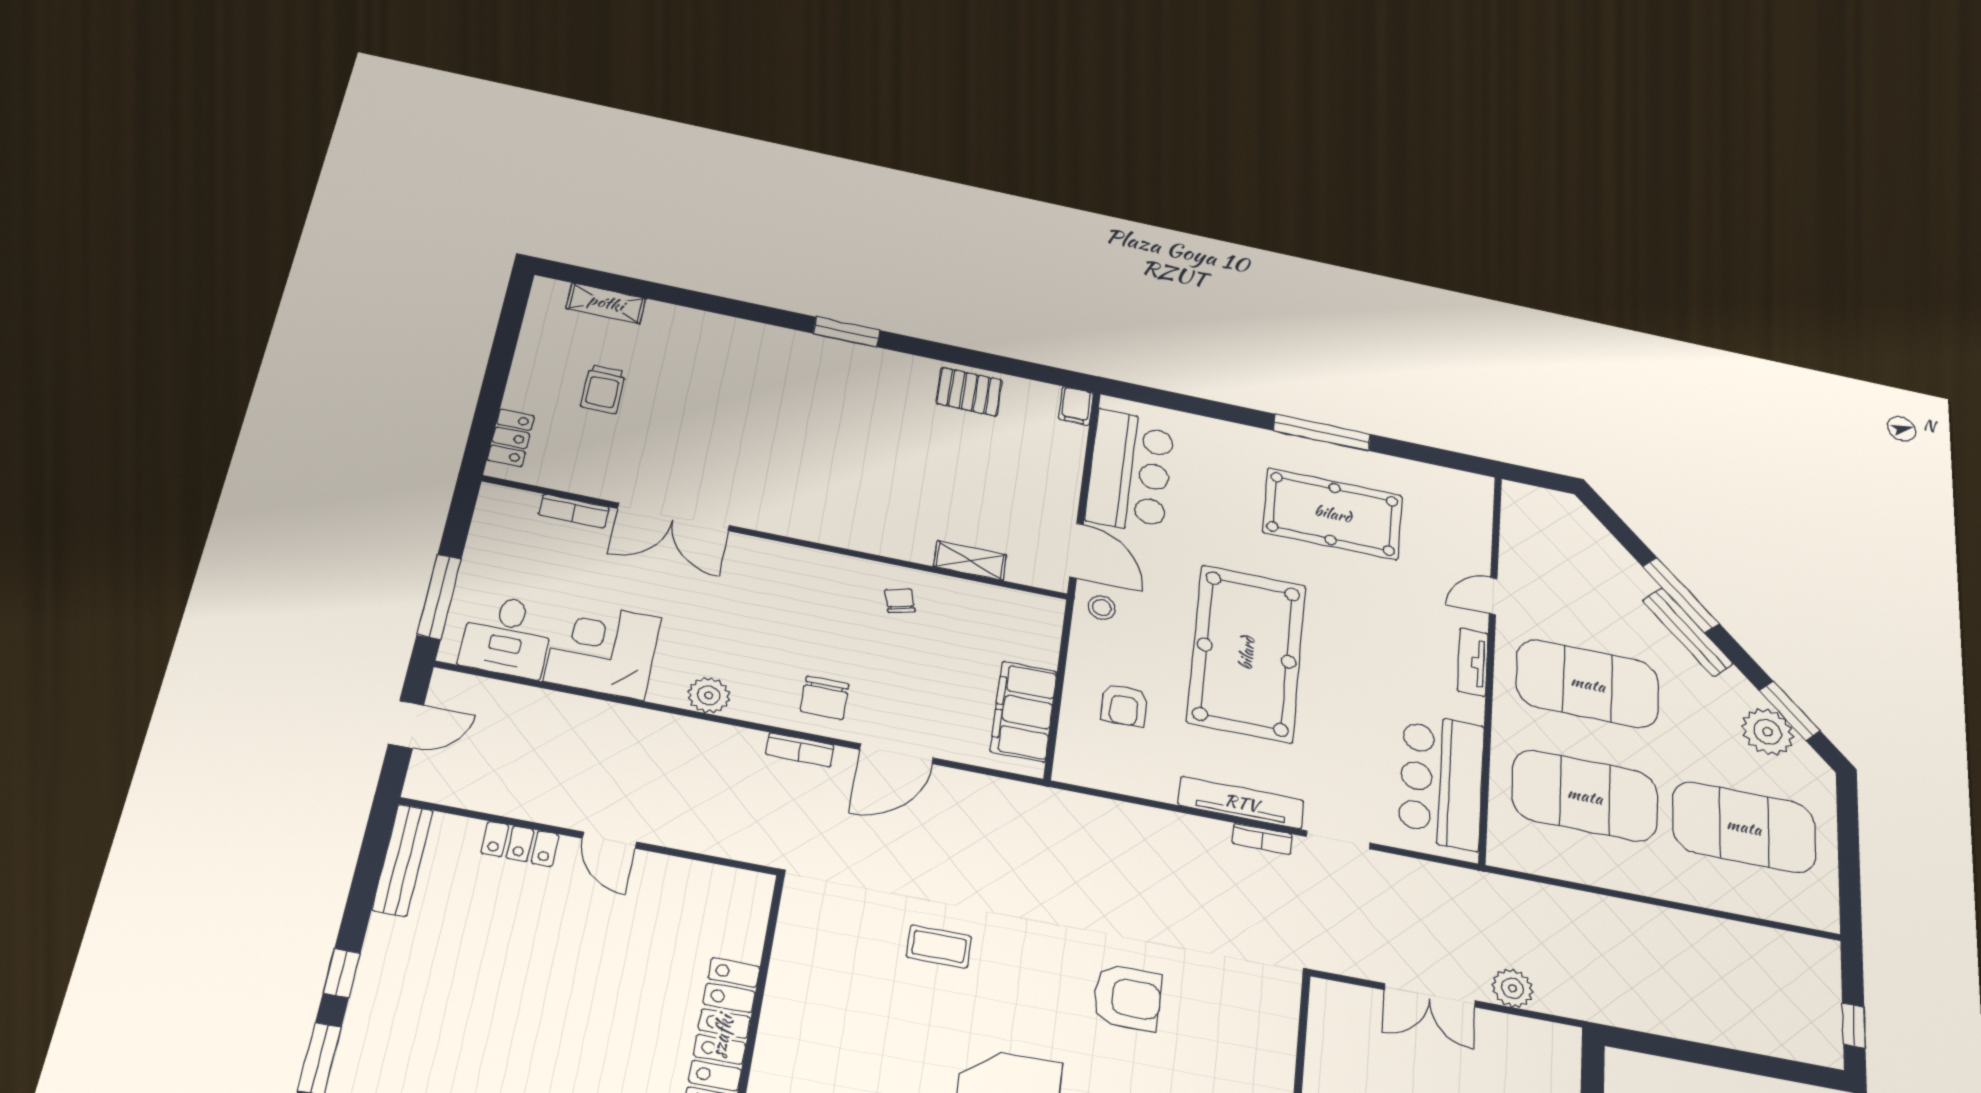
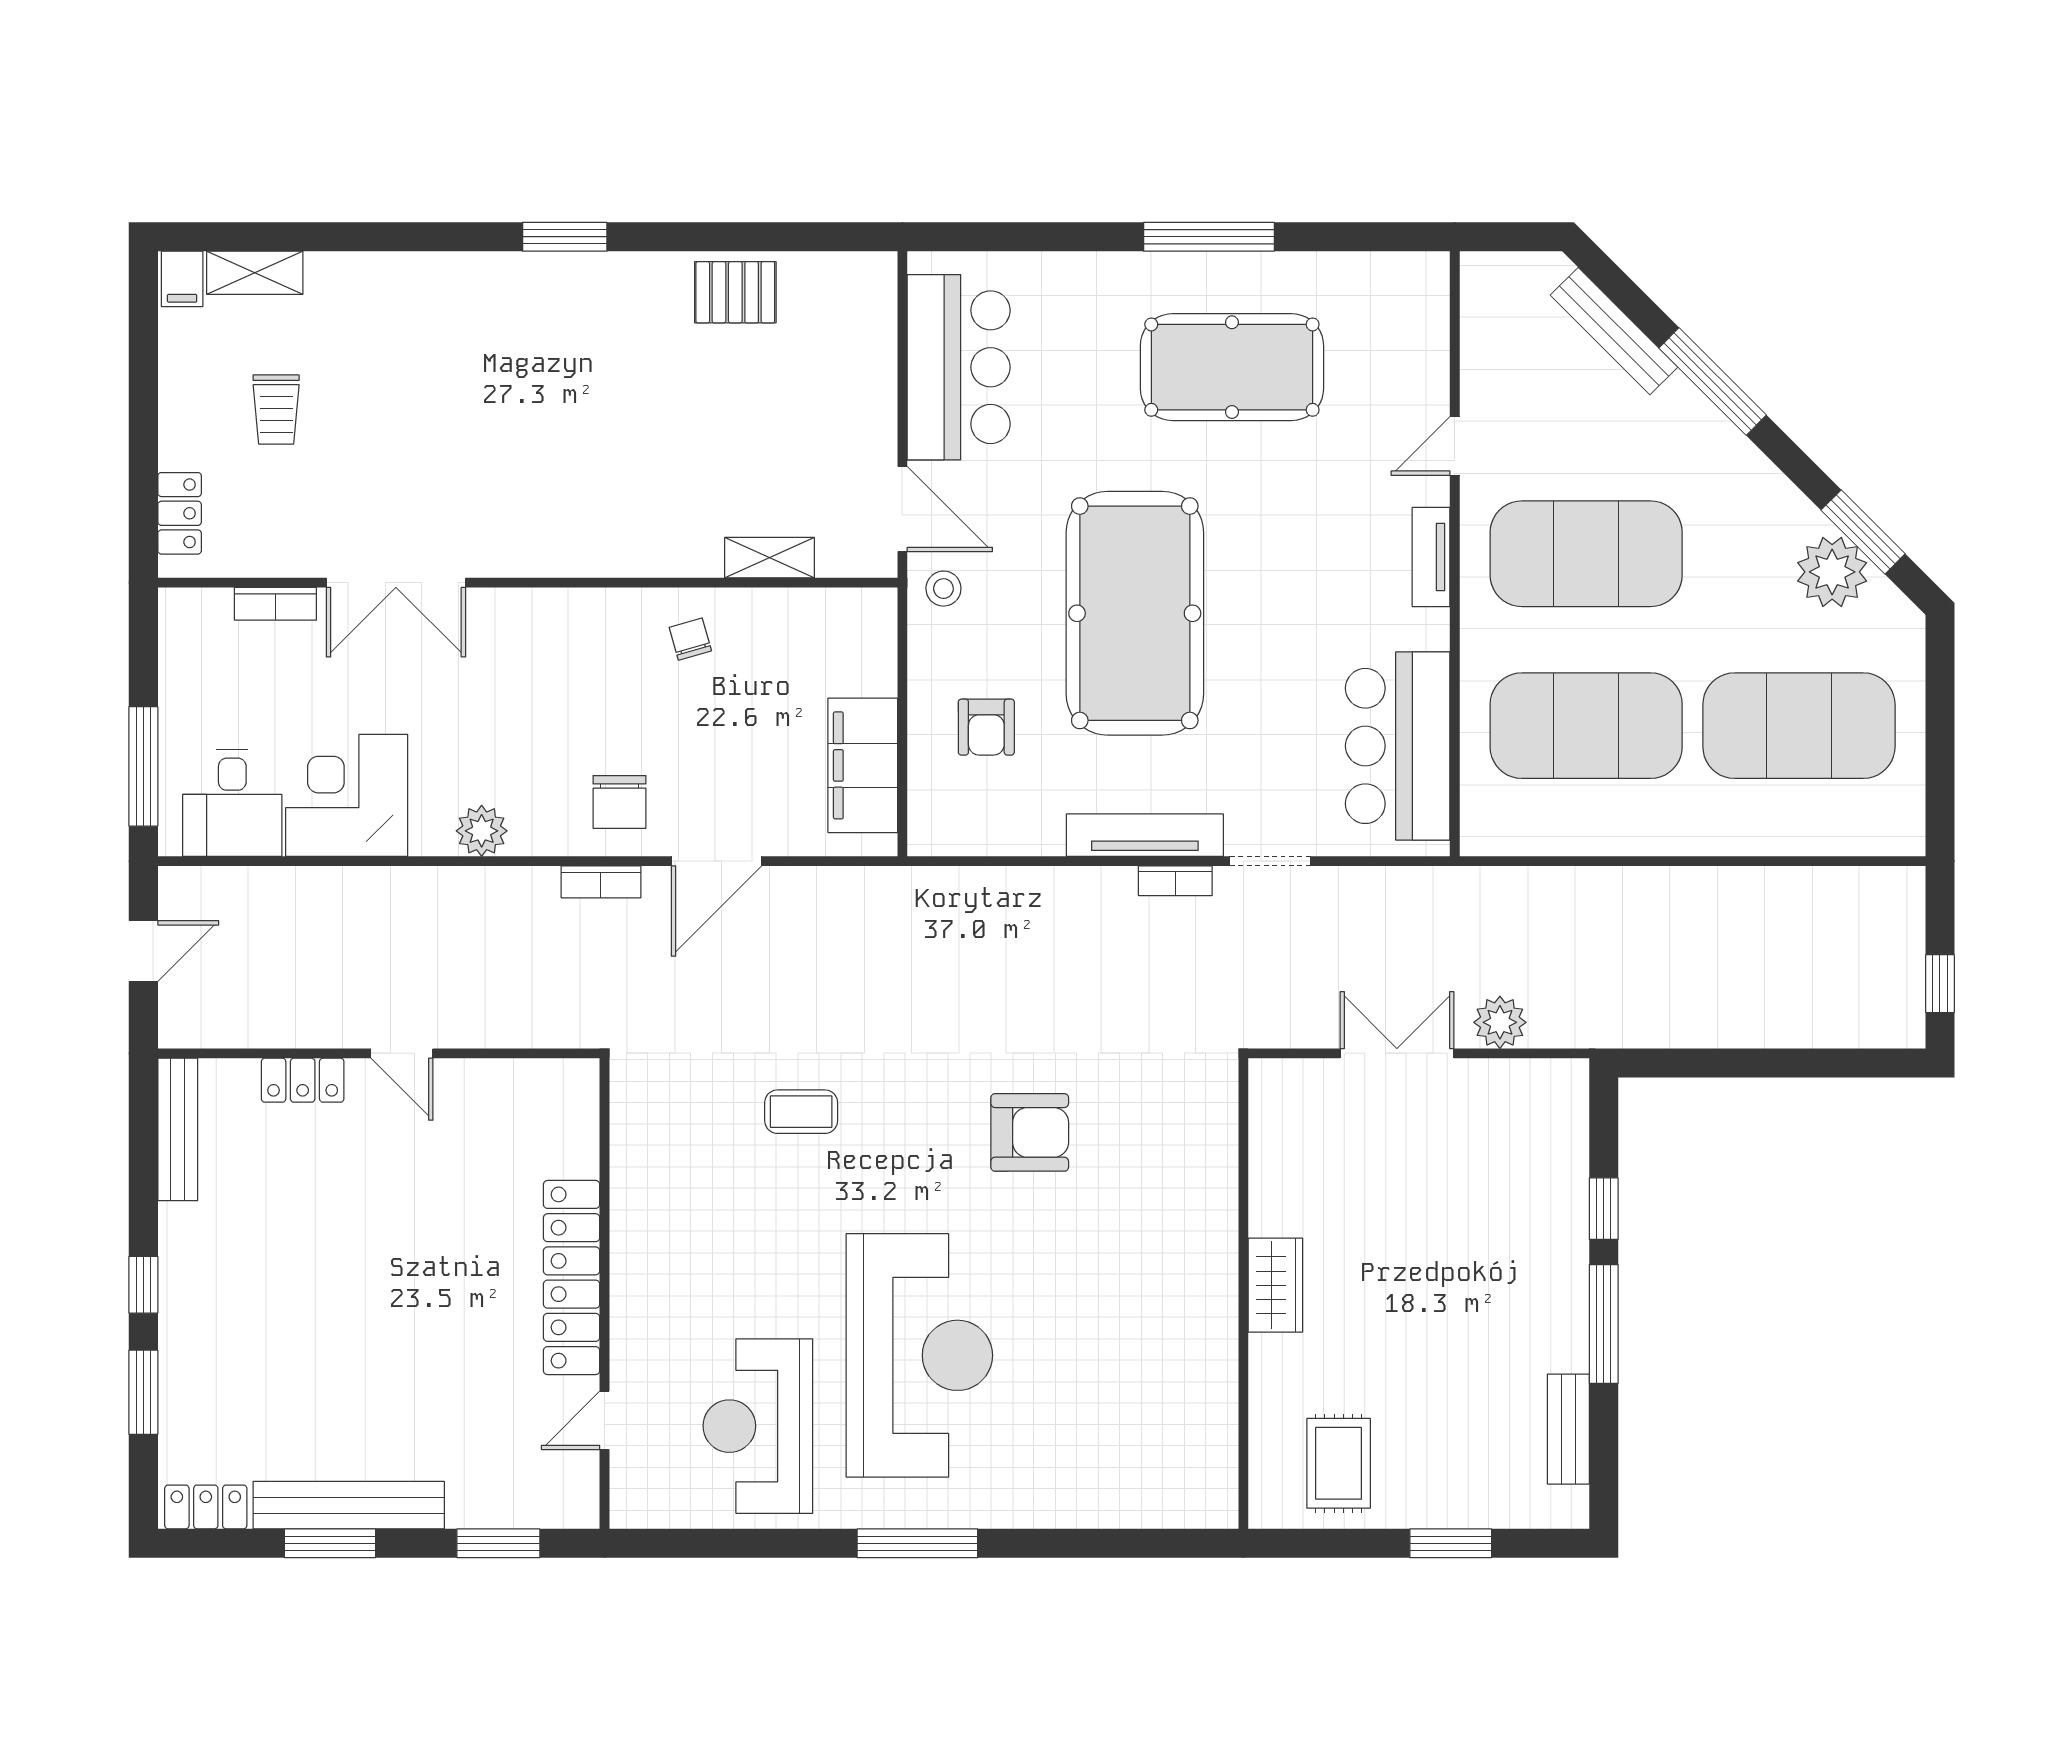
filing cabinet: (1076, 406) -> (182, 279), moved
bench: (1688, 632) -> (1614, 331), moved
double door: (1430, 995) -> (1397, 1053), swing flipped

